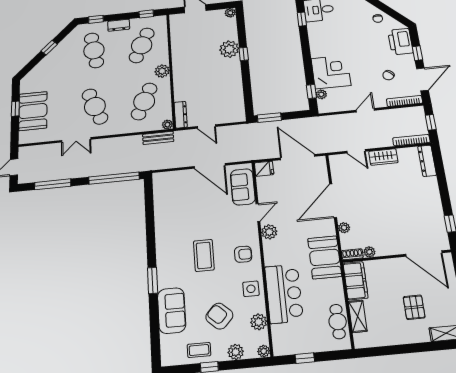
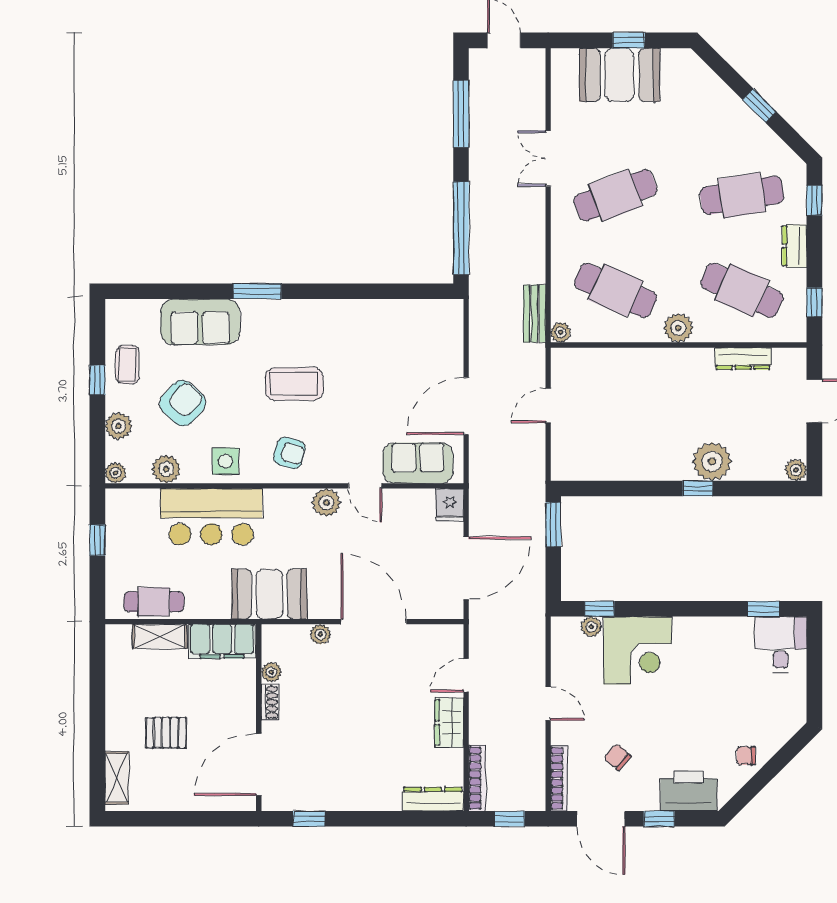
dresser: (181, 115) -> (743, 359), moved
armchair: (243, 254) -> (289, 453), turned -75
shoe rack: (352, 254) -> (270, 702), moved

